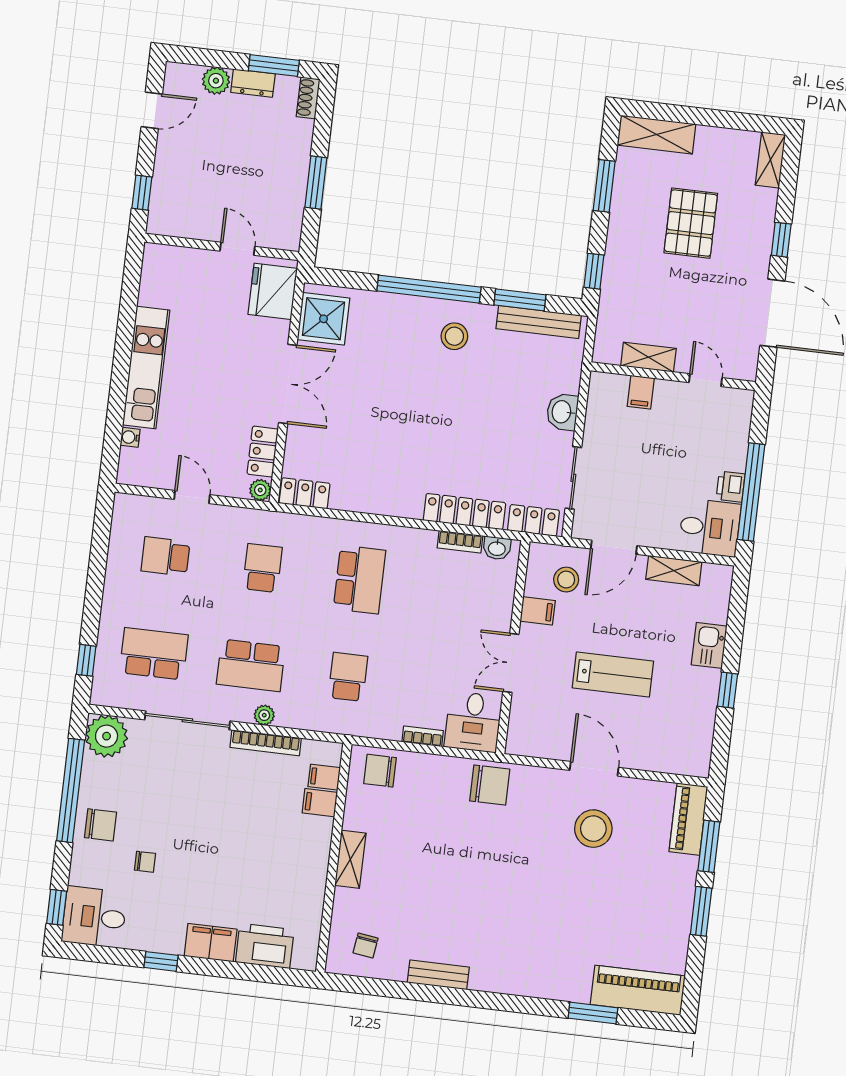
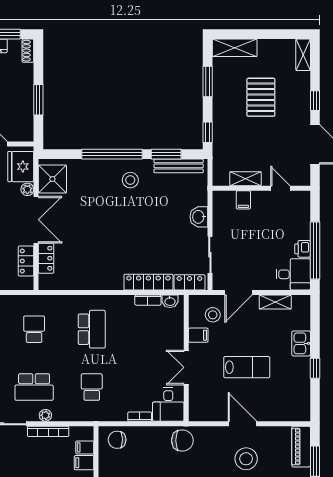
plant: (260, 490) -> (27, 189), moved
locker: (305, 493) -> (46, 258), moved, turned 90

